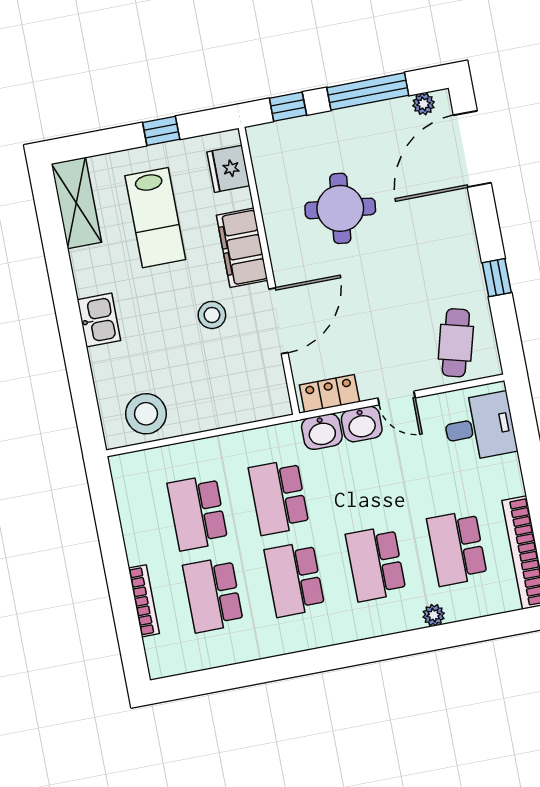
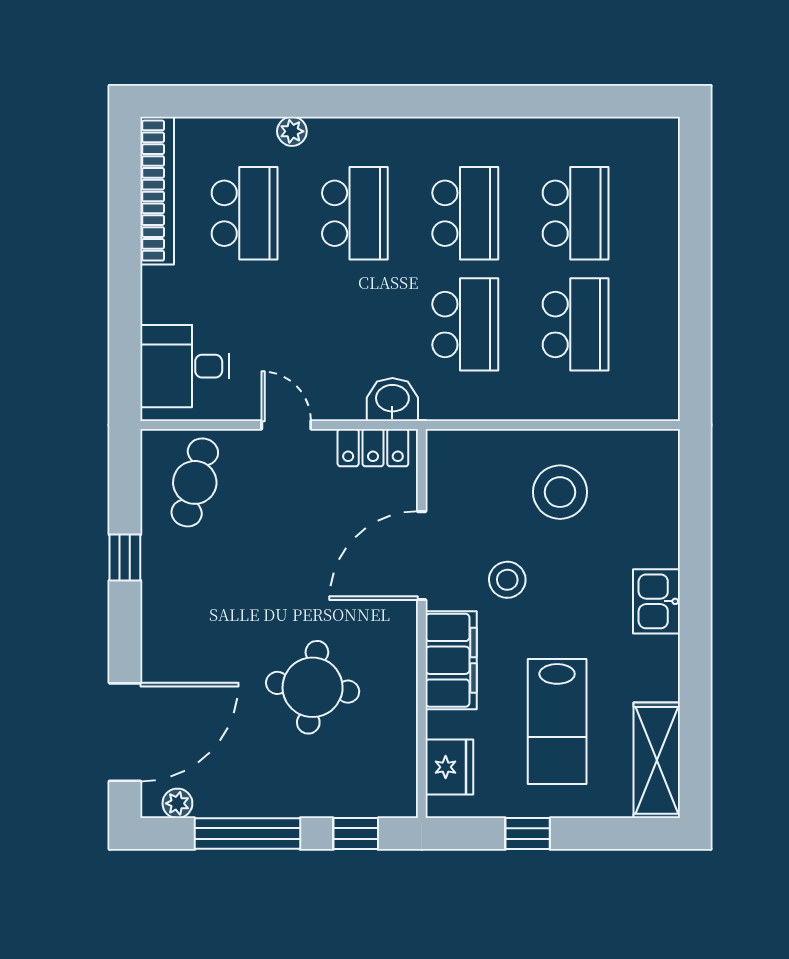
lab bench: (155, 218) -> (557, 722), turned 180
stool: (146, 414) -> (560, 492), moved
washbasin: (362, 424) -> (338, 400), removed
bookcase: (144, 601) -> (668, 222), removed

